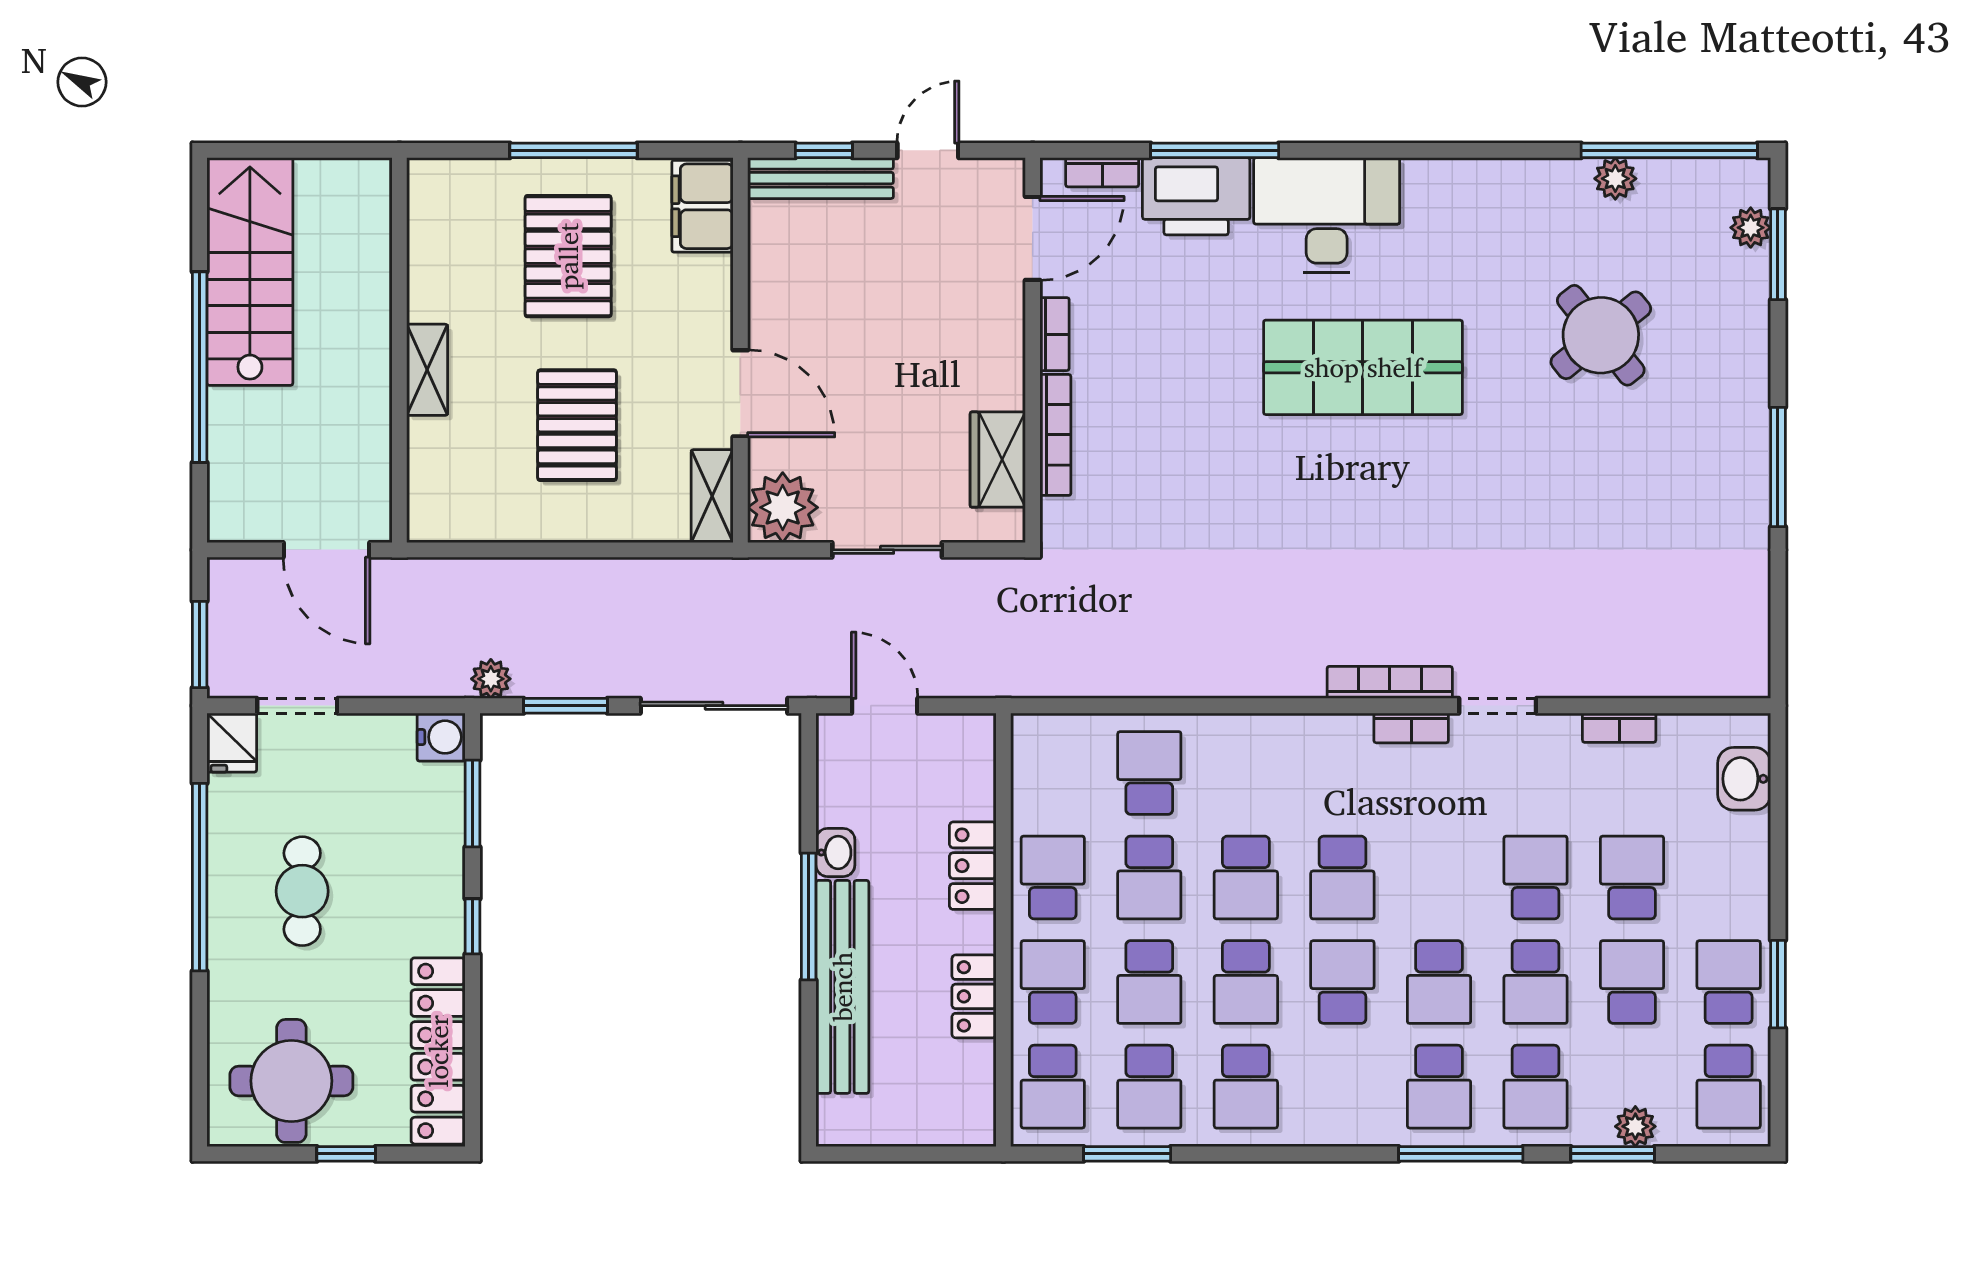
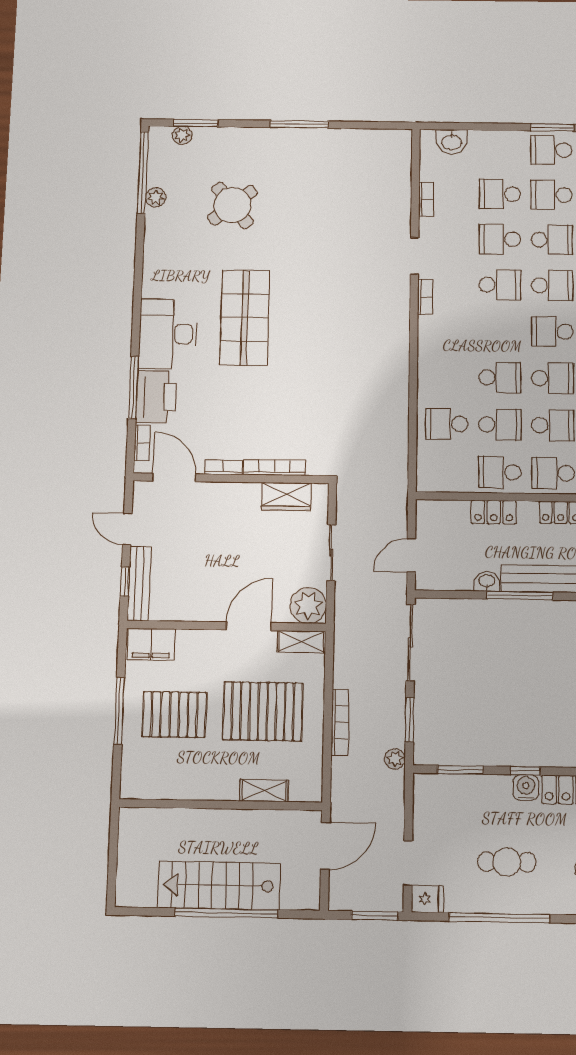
stairs: (250, 272) -> (219, 885), moved
shelving: (427, 370) -> (264, 791), moved
pallet: (577, 425) -> (263, 711), width x1.37, depth x1.41
bookcase: (1390, 682) -> (340, 722), moved, turned 180
water cooler: (441, 737) -> (526, 788), moved
school desk: (1342, 878) -> (500, 285), moved

